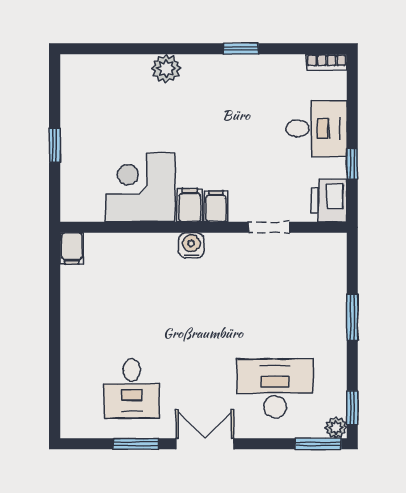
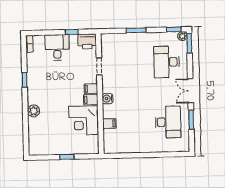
filing cabinet: (72, 248) -> (109, 123), moved
desk: (132, 388) -> (168, 122), width x1.37

